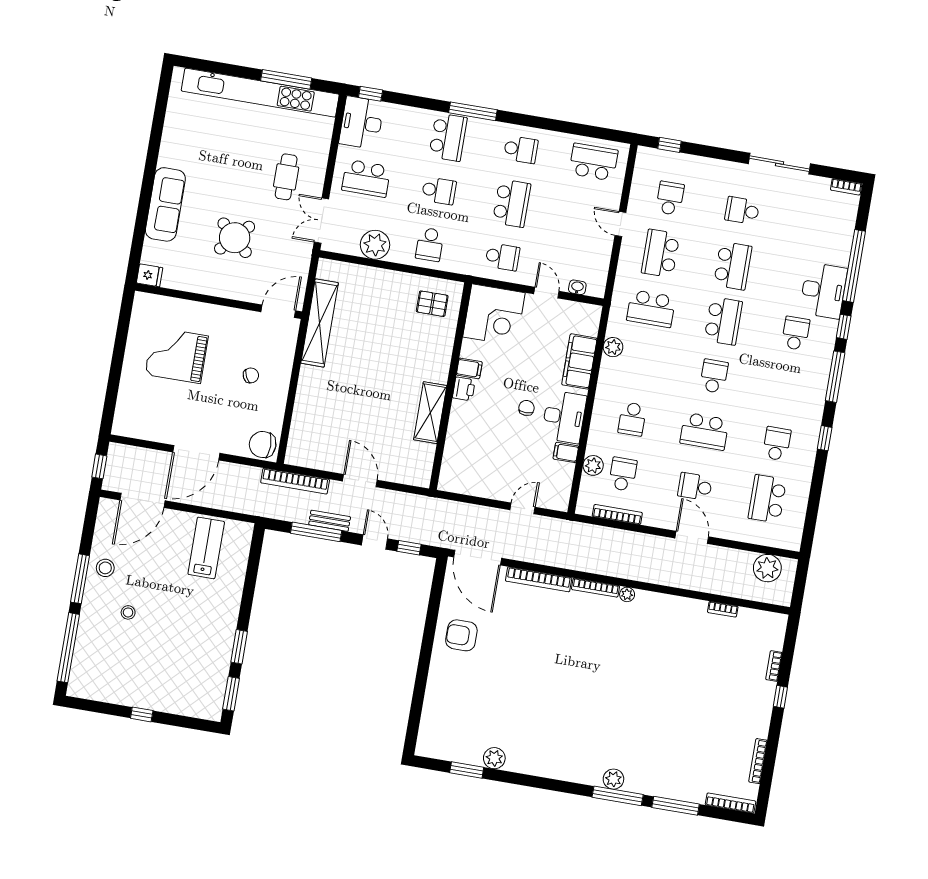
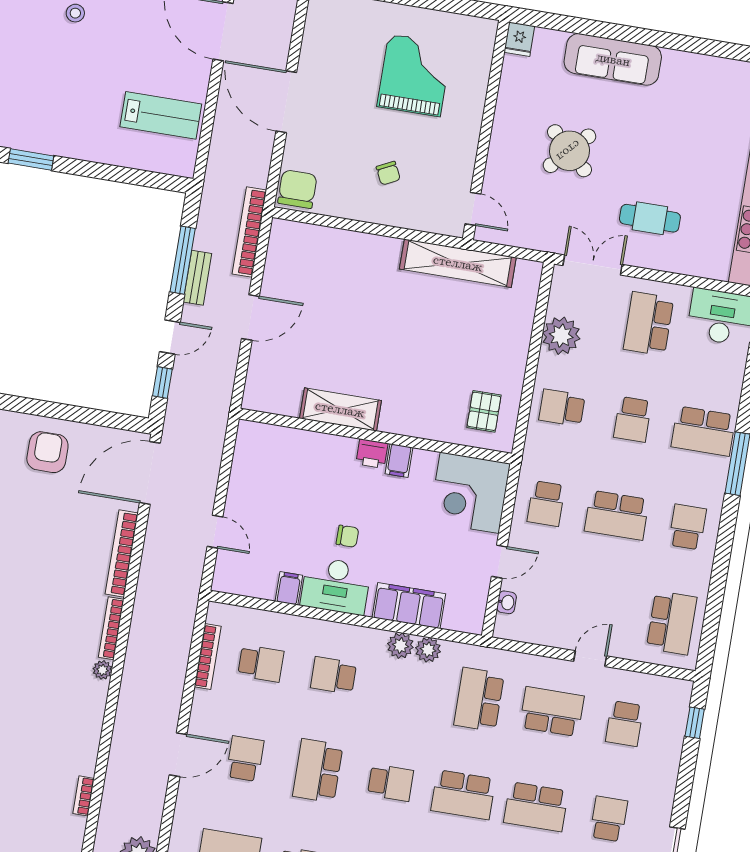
school desk: (521, 150) -> (687, 527), turned 180
school desk: (670, 198) -> (624, 724), turned 90
door: (278, 311) -> (473, 209), width x0.73
plant: (593, 465) -> (400, 646), moved

